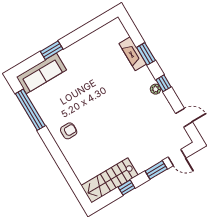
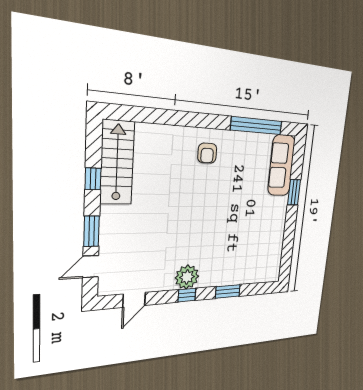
fireplace: (133, 54) -> (237, 277), removed
plant: (156, 89) -> (187, 277), width x1.88, depth x1.88

